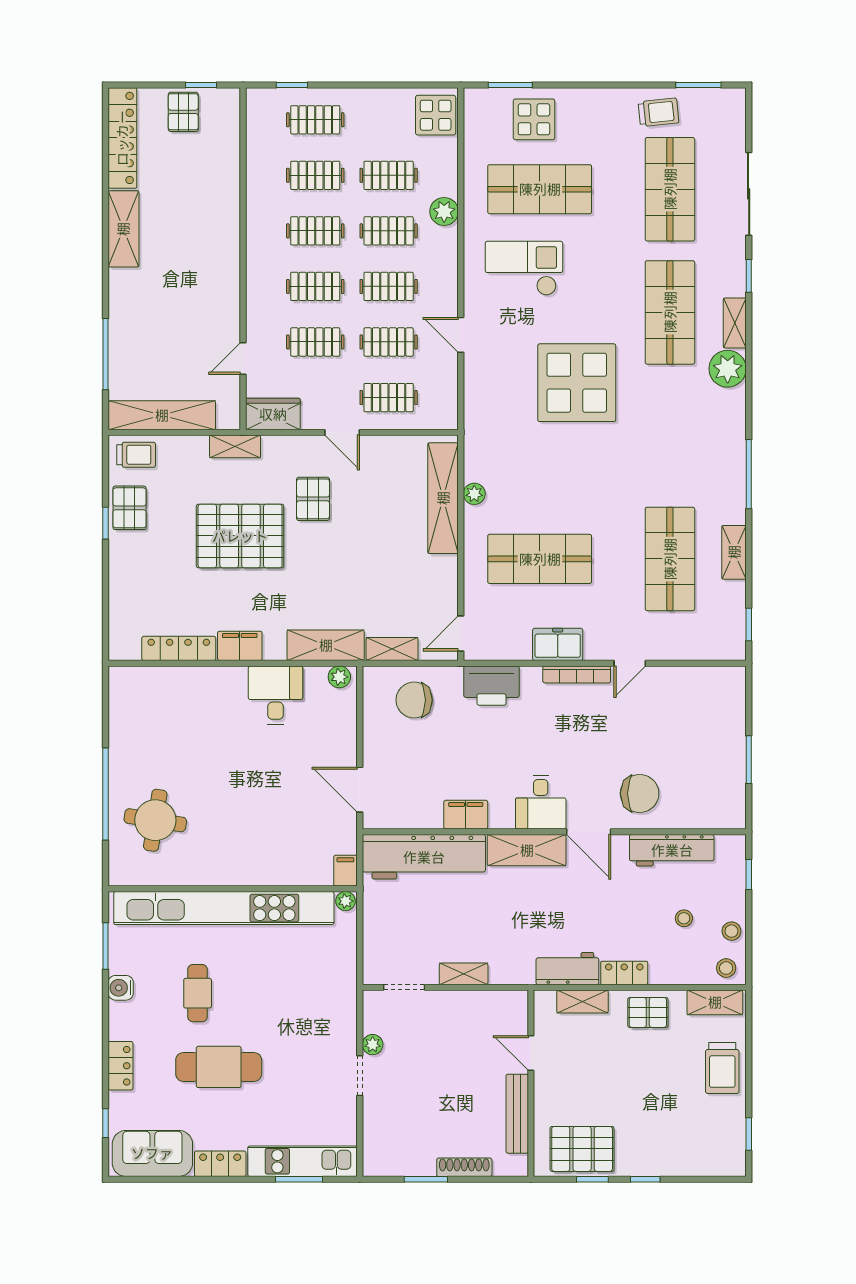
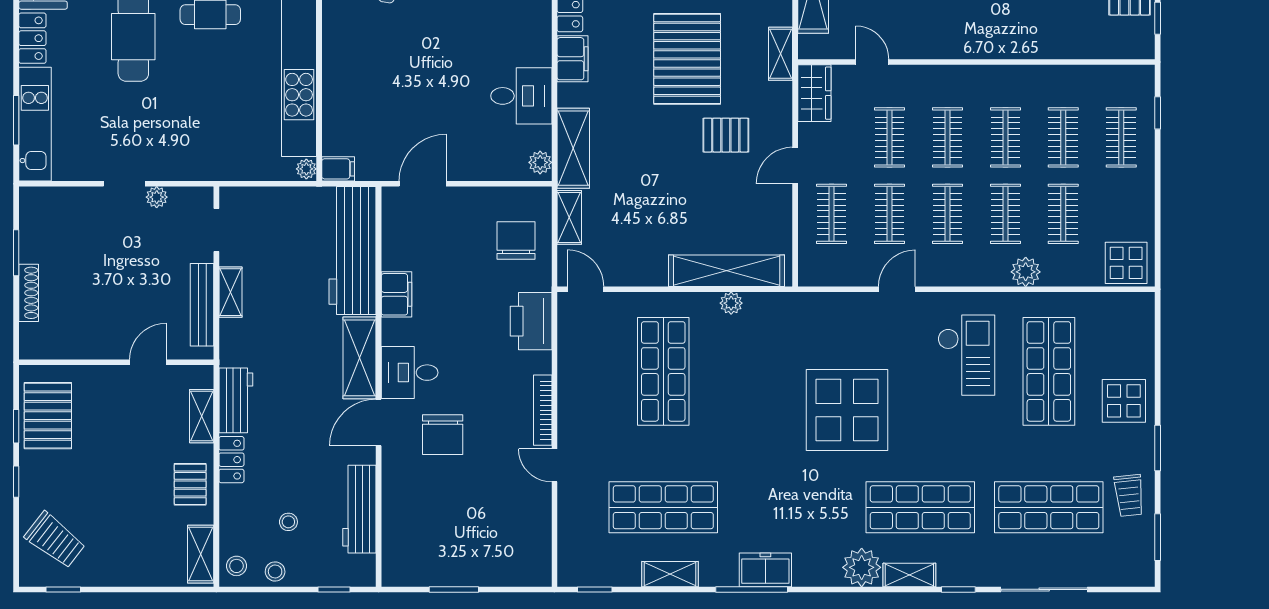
window: (510, 85) -> (1158, 448), moved
display table: (534, 119) -> (1124, 401), moved
freezer: (558, 644) -> (765, 570), moved, turned -90
chair: (640, 793) -> (443, 435), moved
trolley: (722, 1068) -> (55, 540), moved, turned -142
bench: (517, 1114) -> (202, 305), moved, turned 90

